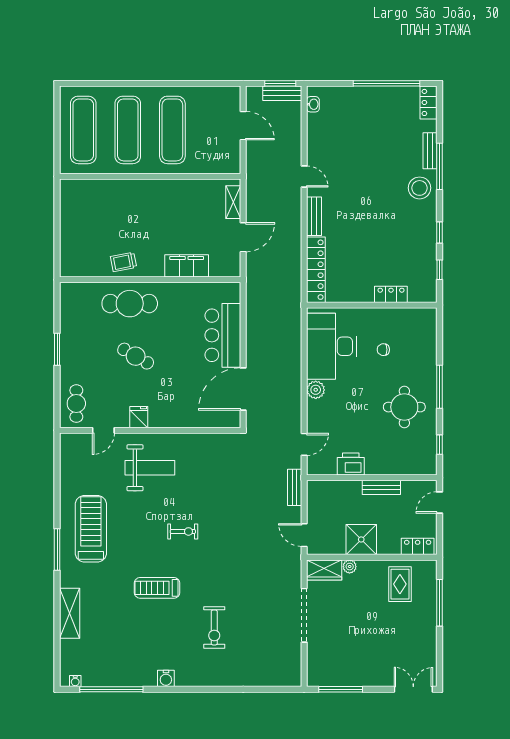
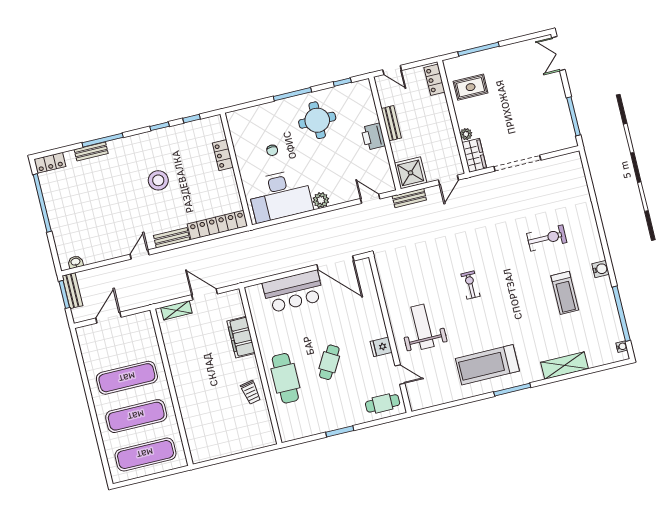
stool: (420, 188) -> (158, 180), moved
printer: (351, 464) -> (373, 137), moved
shower: (361, 539) -> (411, 173), moved
treadmill: (157, 588) -> (565, 293), moved

